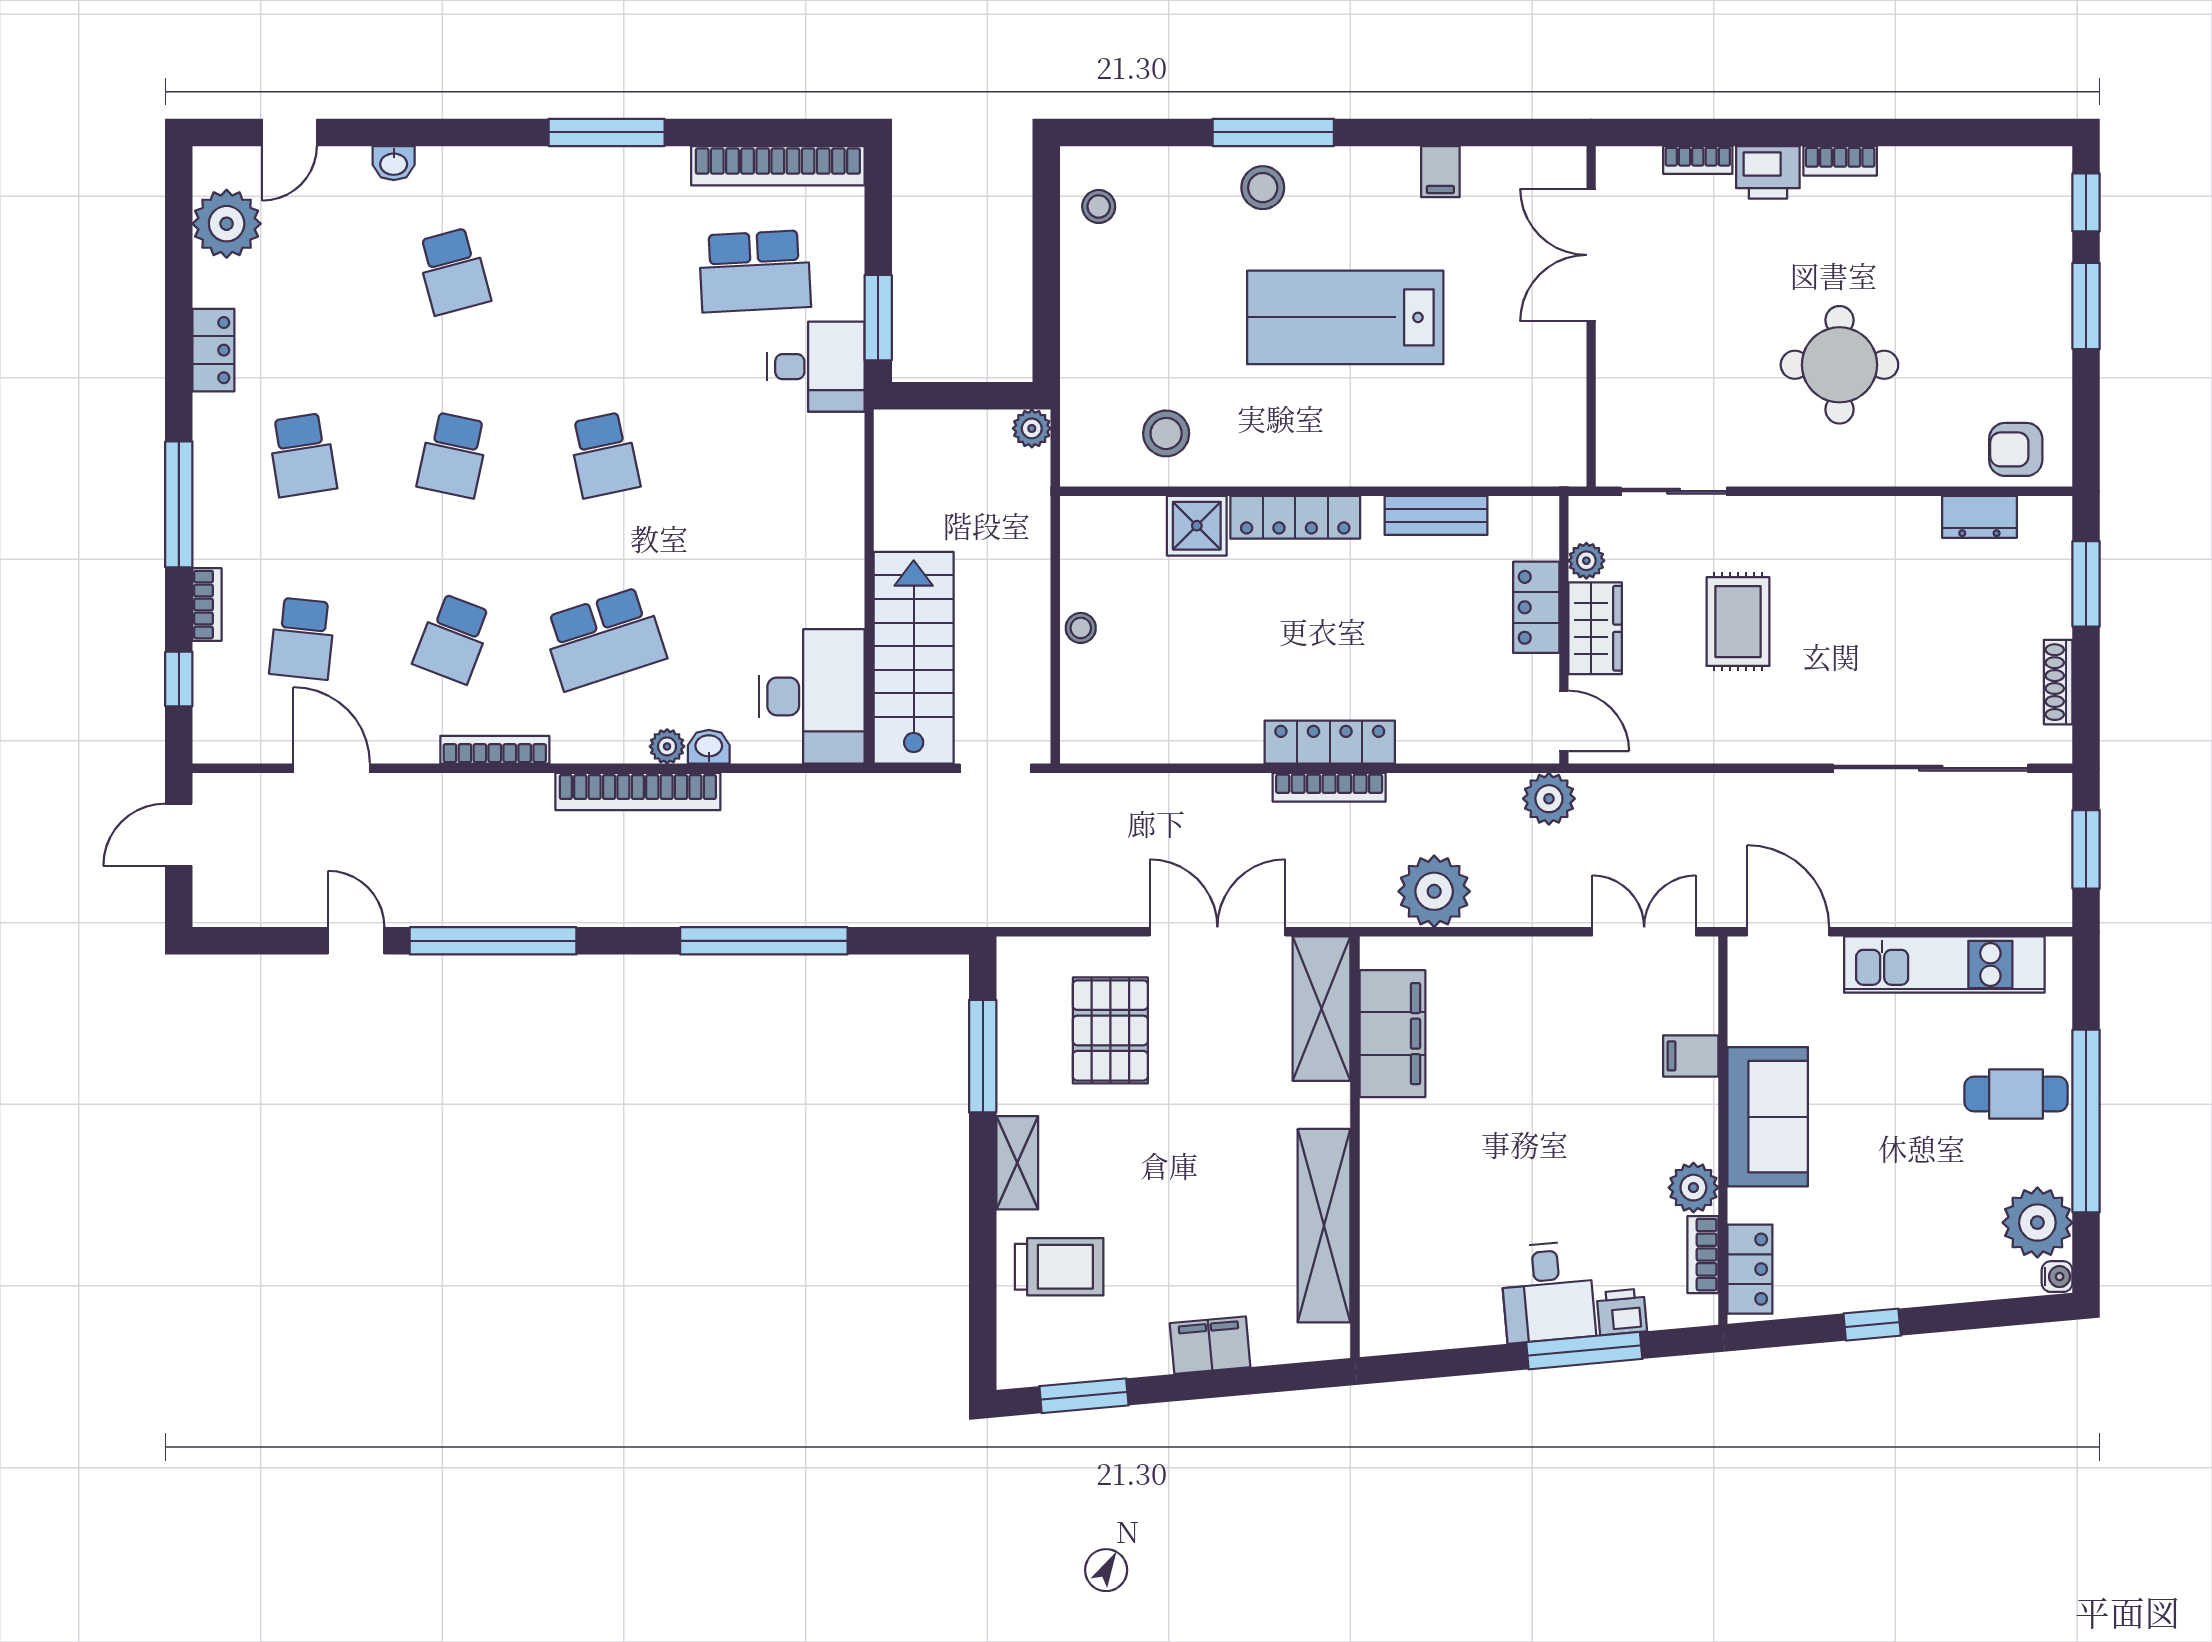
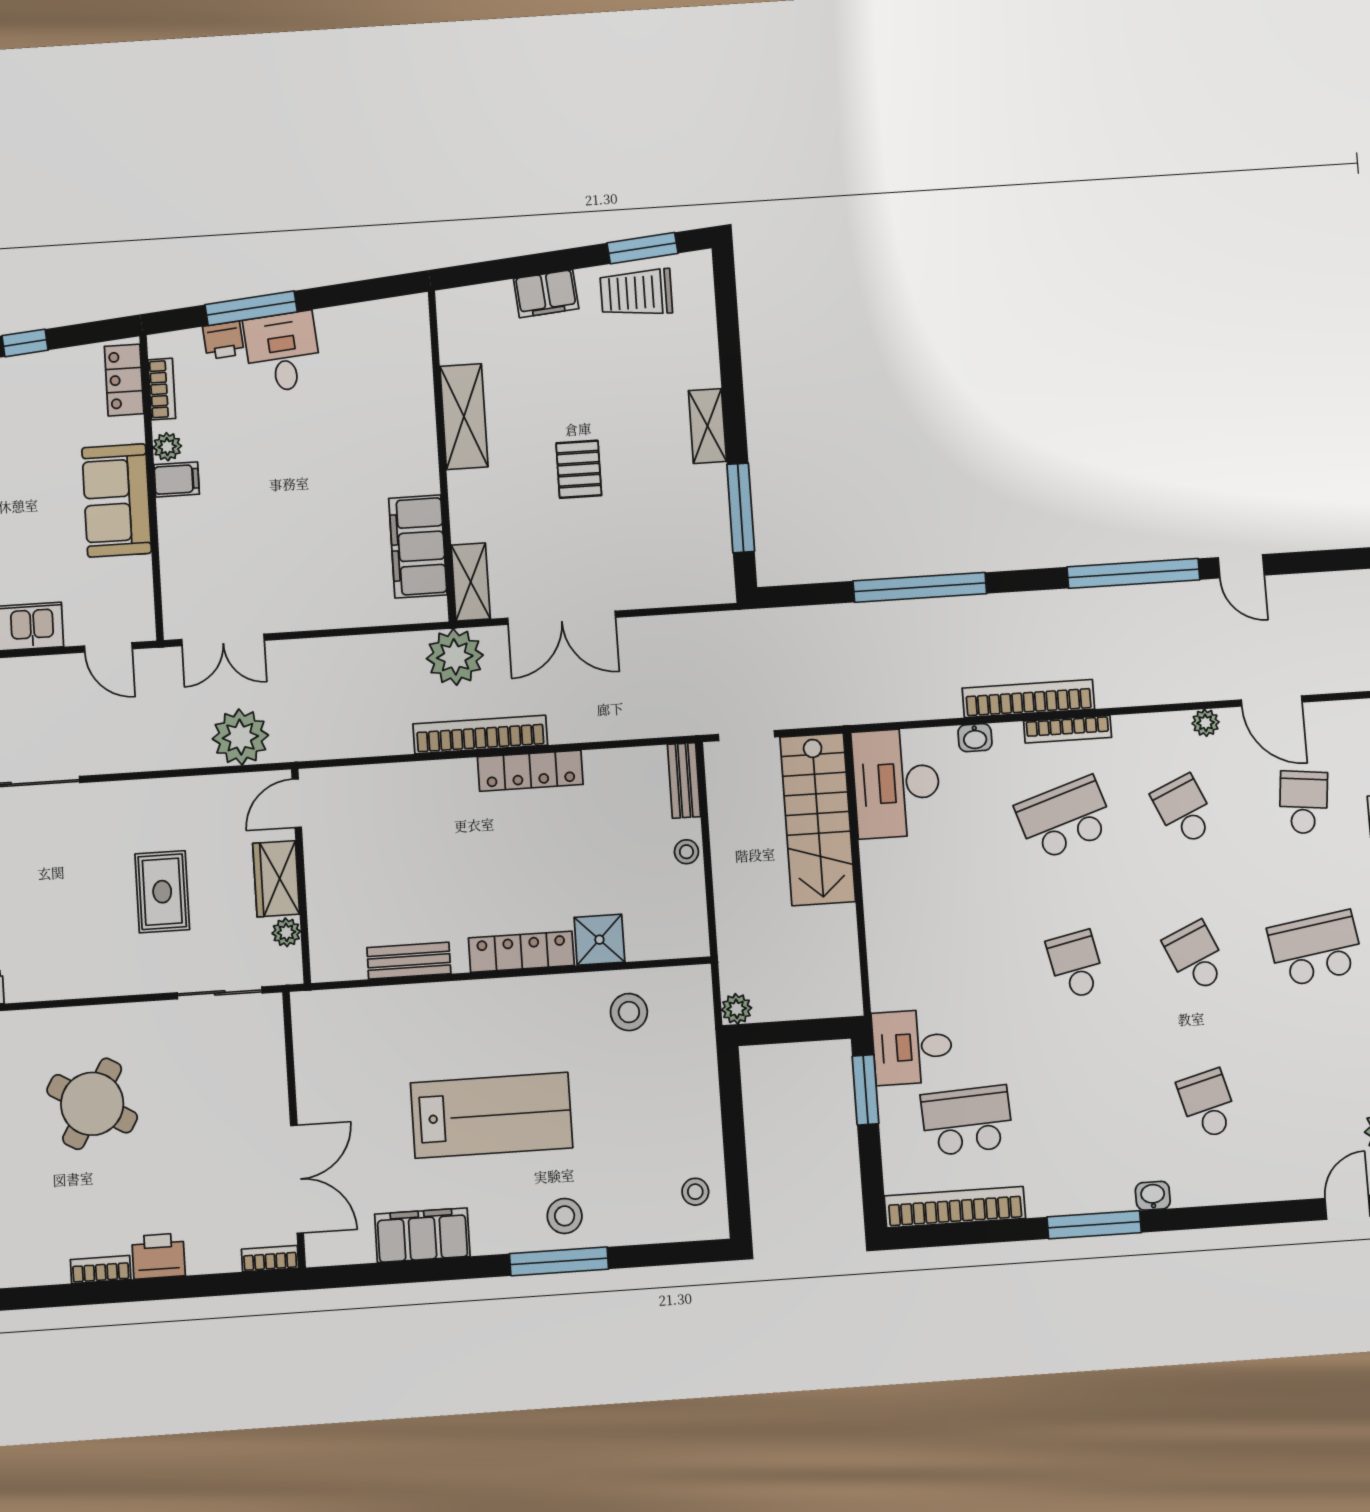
bookcase: (1698, 160) -> (270, 1259), moved
washbasin: (394, 163) -> (1153, 1196), moved
filing cabinet: (1440, 172) -> (422, 1235), width x3.00, depth x1.17
round table: (1839, 365) -> (92, 1104), turned 30
school desk: (302, 455) -> (1316, 949), width x1.85
school desk: (453, 455) -> (1196, 957), turned -36
locker: (1536, 607) -> (324, 892), removed
school desk: (453, 639) -> (1184, 810), turned -45
bench: (1078, 717) -> (684, 780), added
door: (1564, 721) -> (297, 803), hinge flipped
locker: (1330, 742) -> (530, 771), moved
plant: (667, 746) -> (1206, 723), moved
bookcase: (495, 750) -> (1068, 729), moved
bookcase: (1329, 787) -> (480, 734), width x1.48, depth x1.31
plant: (1549, 799) -> (240, 737), moved, width x1.36, depth x1.36
plant: (1434, 891) -> (455, 657), moved
door: (1788, 932) -> (108, 647), width x0.73
shelving: (1322, 1009) -> (471, 582), width x0.67, depth x0.75
pallet: (1110, 1030) -> (579, 469), moved, width x0.67, depth x0.71
filing cabinet: (1691, 1056) -> (177, 479), moved
plant: (1693, 1188) -> (167, 447), width x0.73, depth x0.73
shelving: (1324, 1226) -> (464, 417), width x0.68
trolley: (1059, 1267) -> (636, 293), moved

